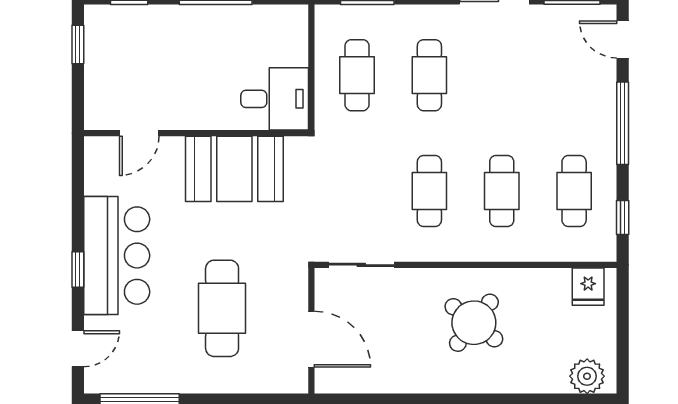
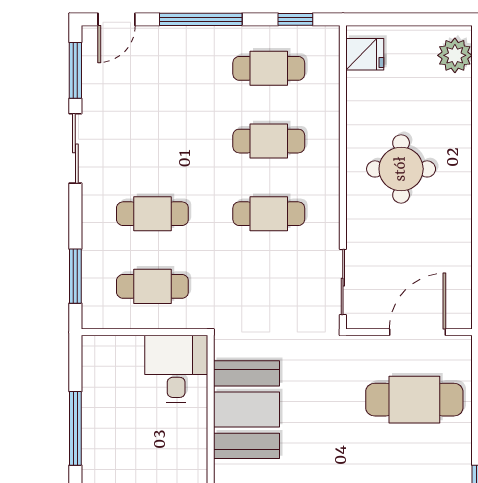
cafe table: (222, 308) -> (414, 400), moved
round table: (474, 323) -> (401, 169), turned -38

